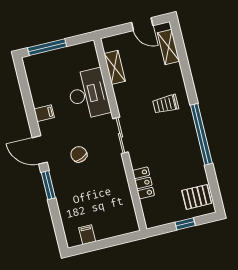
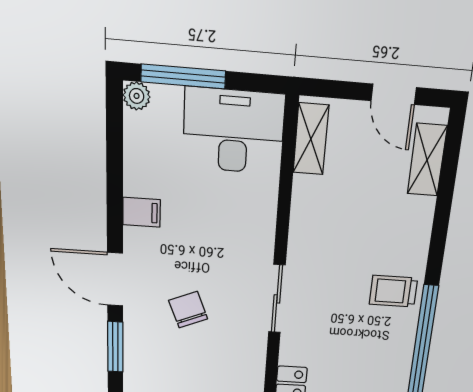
plant: (29, 62) -> (137, 96), added
shelving: (115, 67) -> (311, 139), moved
desk: (88, 94) -> (234, 131), moved, turned -90
trolley: (166, 104) -> (393, 291), moved

